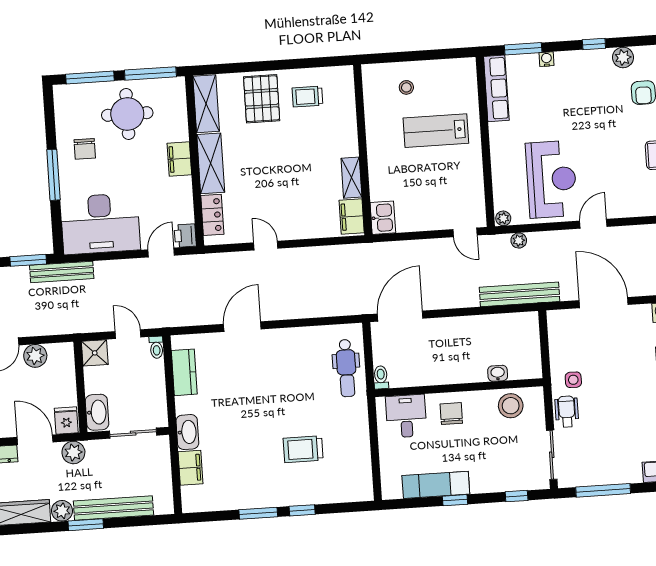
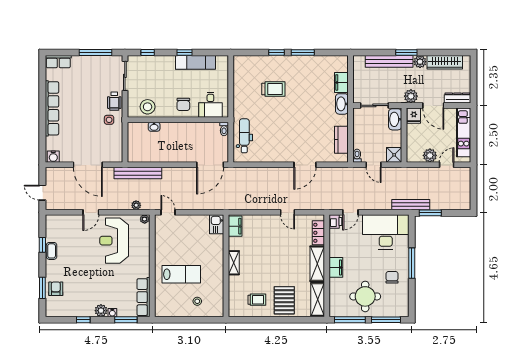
plant: (623, 57) -> (101, 311), moved
shelving: (351, 178) -> (234, 263), moved

